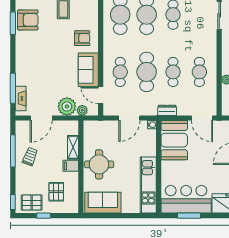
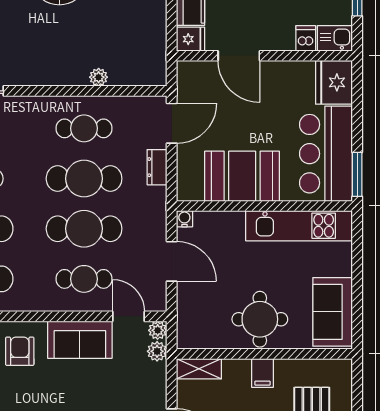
cafe table: (173, 72) -> (84, 179), width x1.37, depth x1.35
door: (101, 95) -> (129, 316), swing flipped
plant: (67, 106) -> (158, 330), moved, width x0.53, depth x0.53
dresser: (167, 110) -> (157, 167), moved
booth: (174, 140) -> (242, 176), moved
shelving: (73, 147) -> (199, 369), moved
window: (189, 216) -> (357, 174), moved

